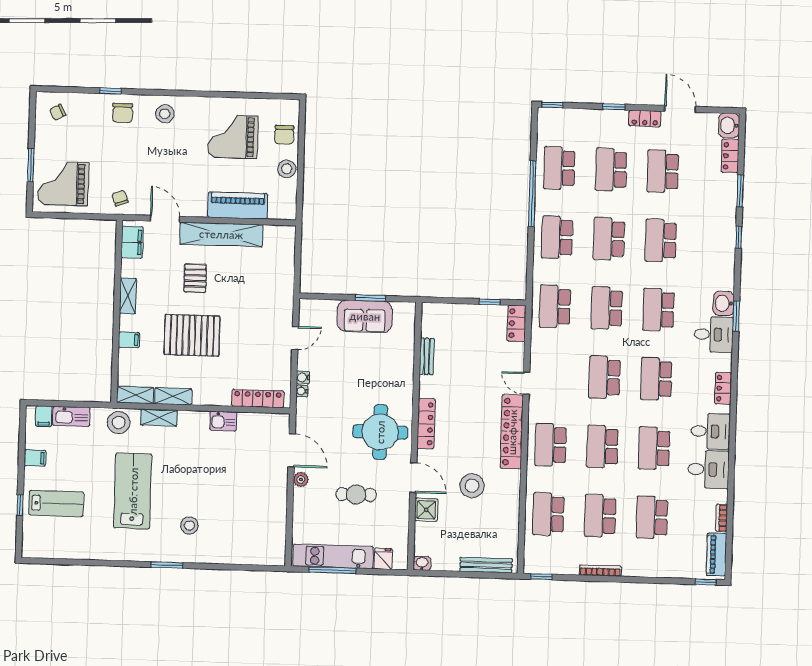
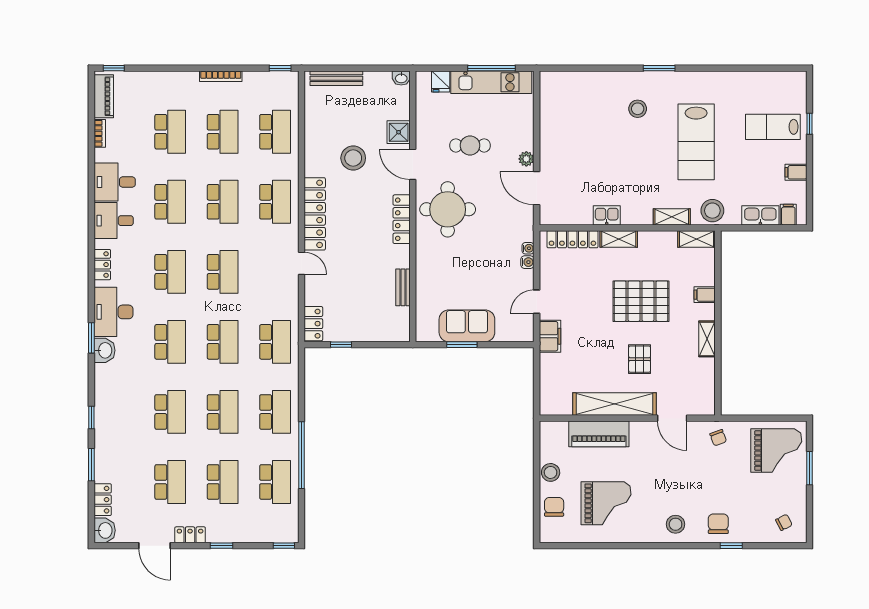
filing cabinet: (132, 242) -> (550, 336), moved, turned 180
desk: (714, 334) -> (114, 312), width x1.37
shelving: (173, 396) -> (619, 239), moved

